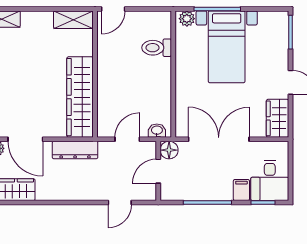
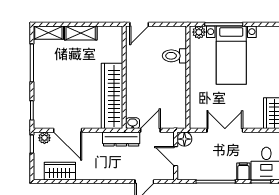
shelving: (73, 20) -> (81, 33), moved
washbasin: (157, 131) -> (133, 123), moved
double door: (219, 139) -> (225, 130), width x0.73
dresser: (75, 150) -> (121, 139), moved
door: (158, 171) -> (176, 156), hinge flipped

